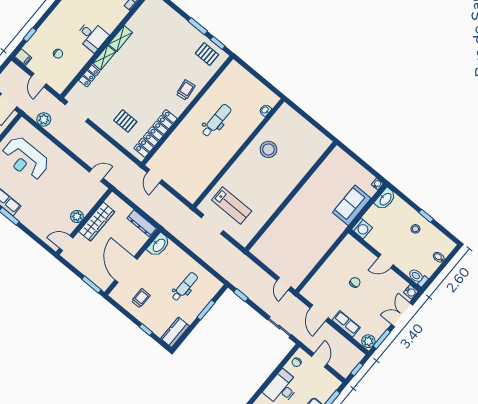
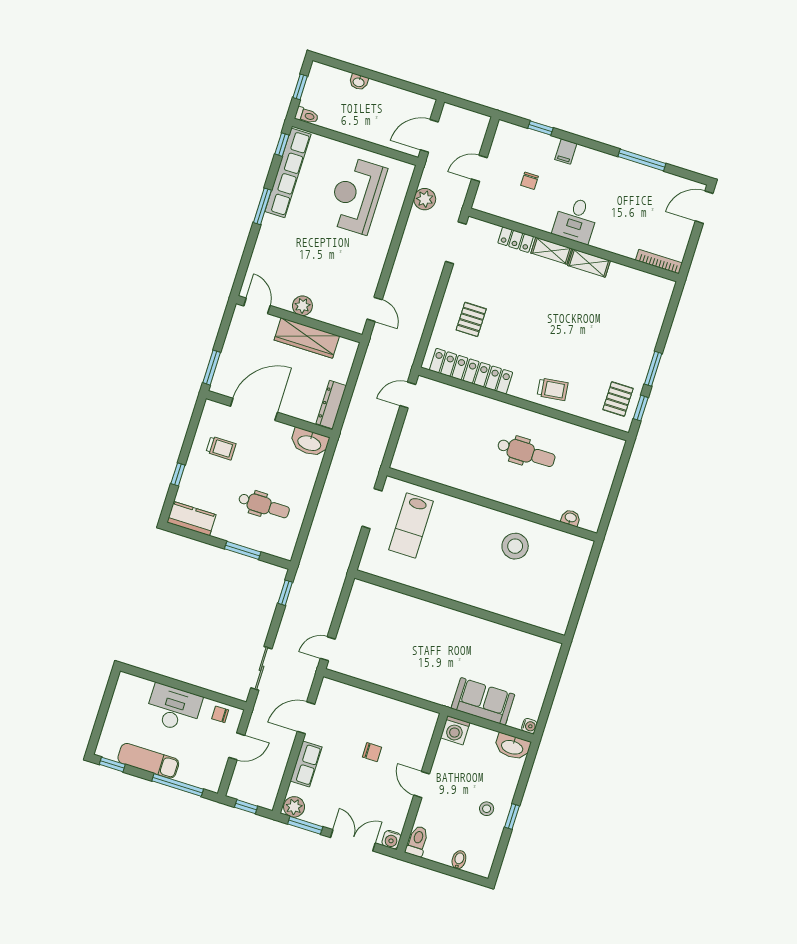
filing cabinet: (23, 57) -> (566, 152), moved

